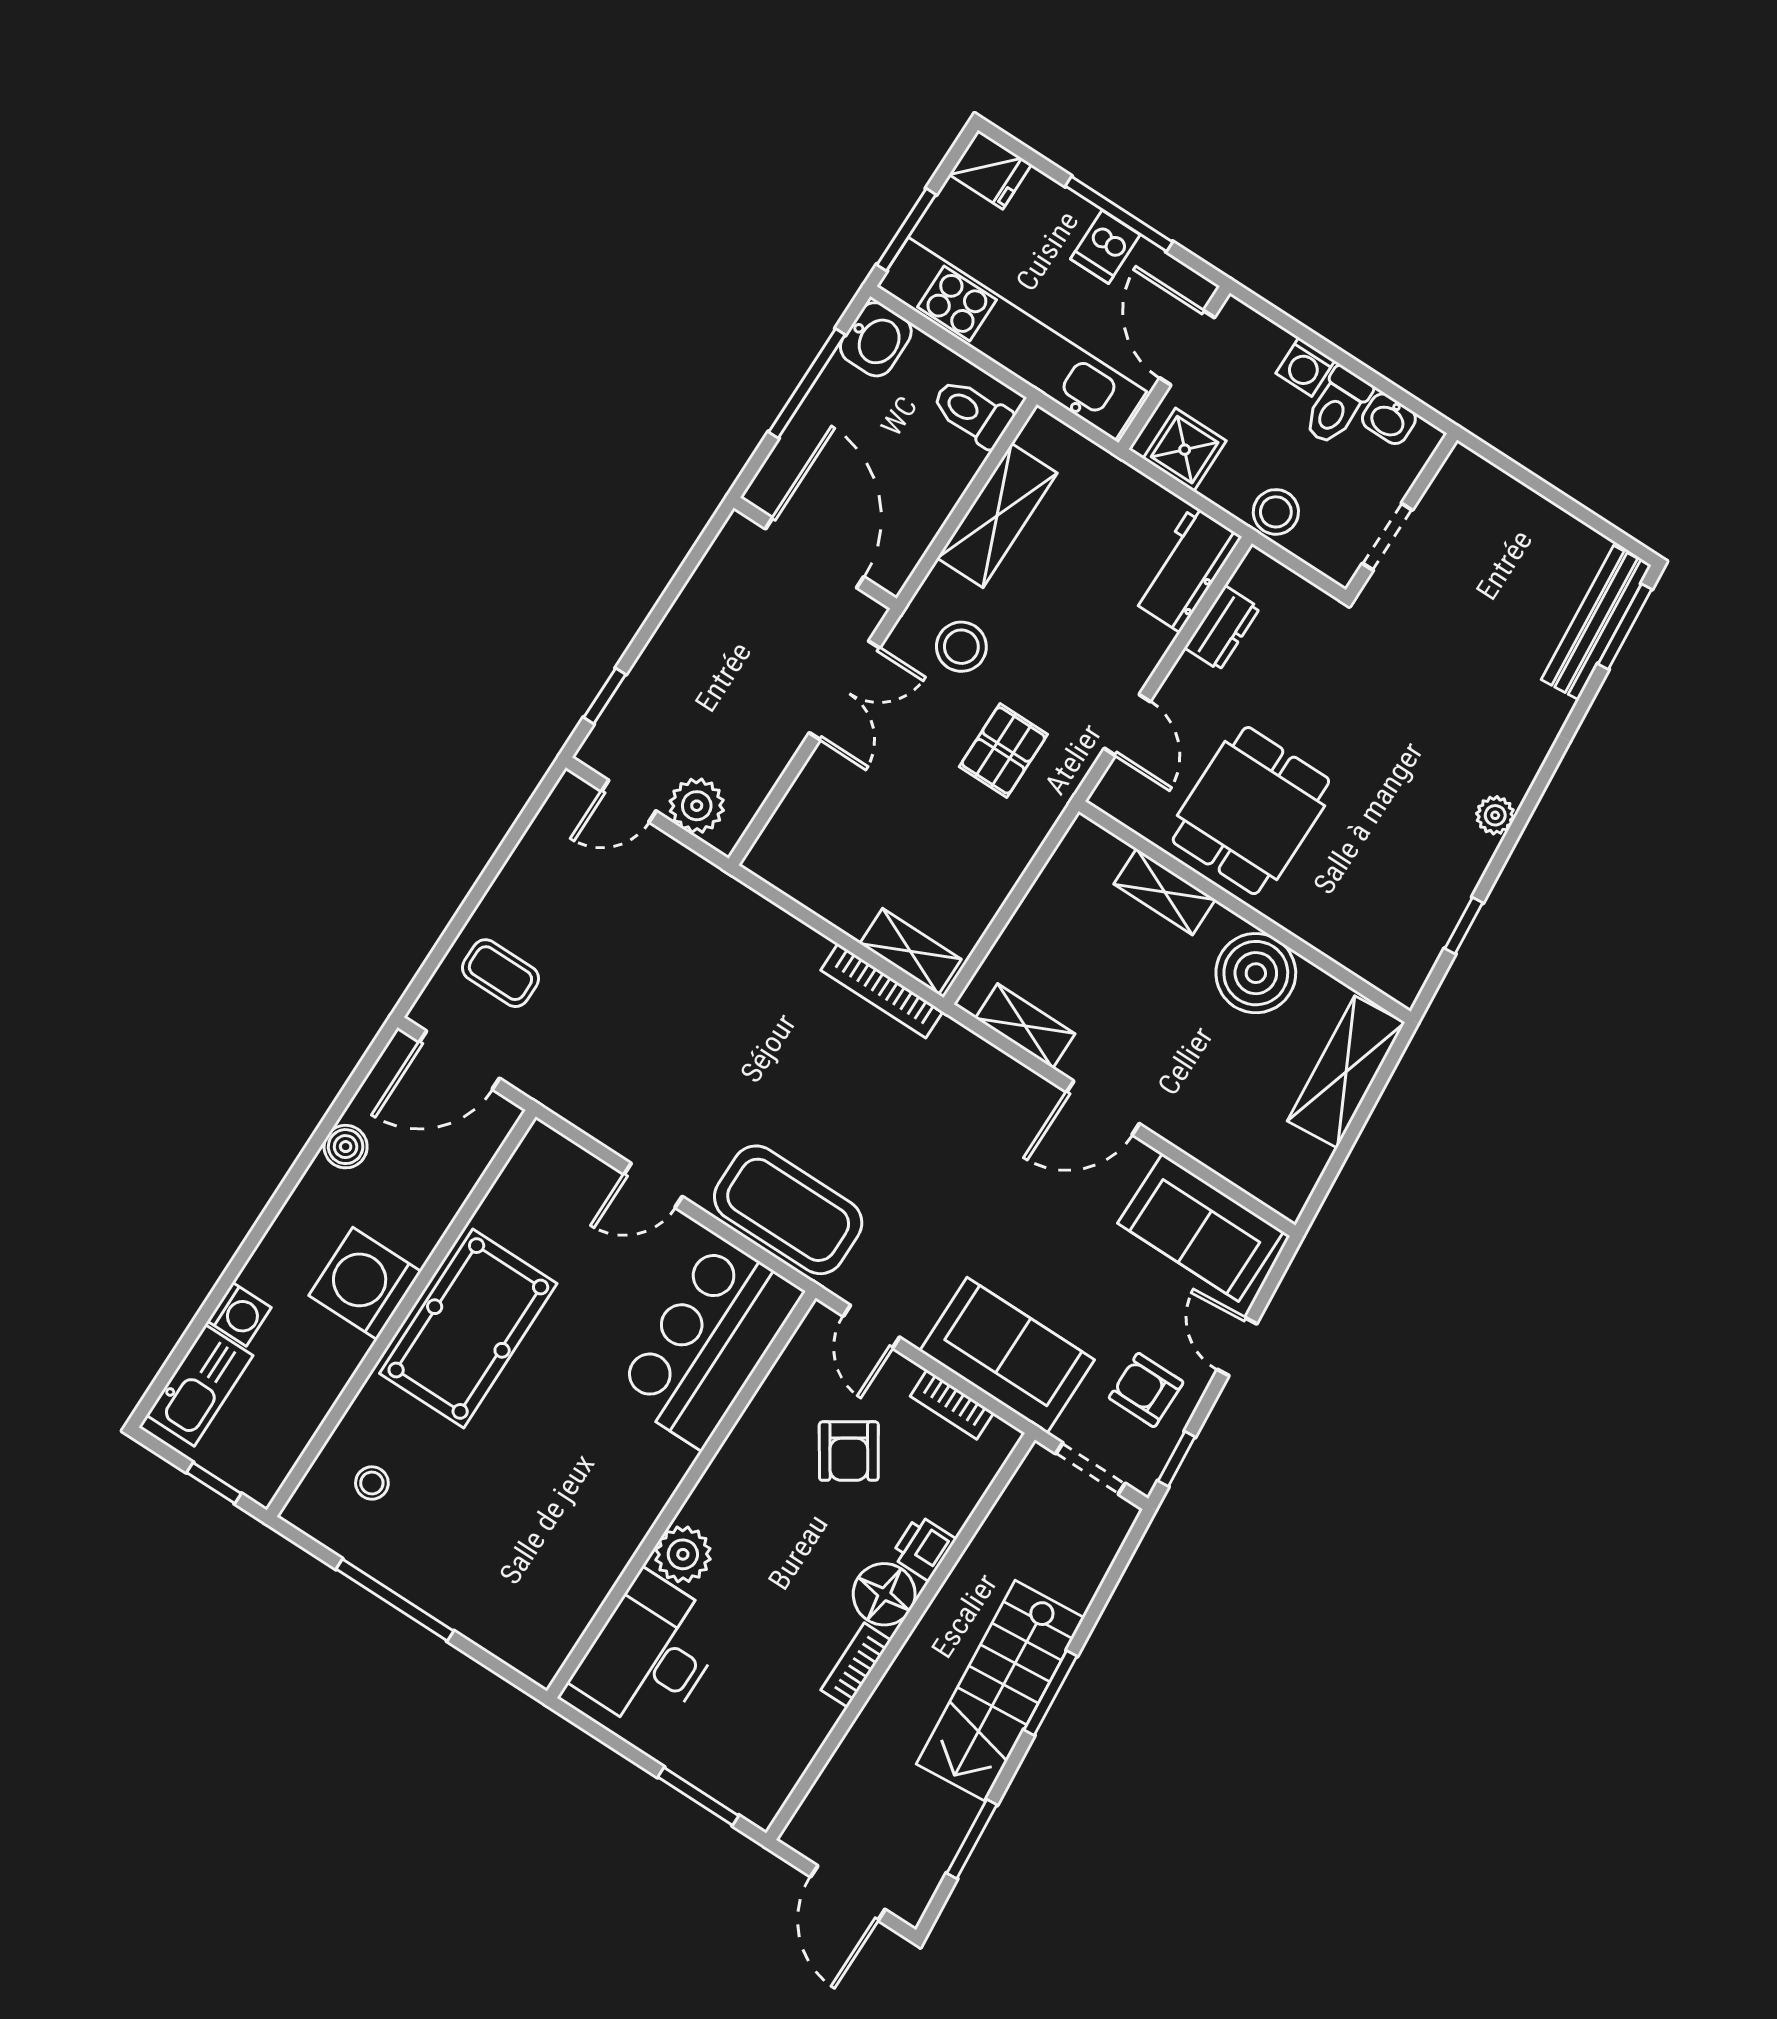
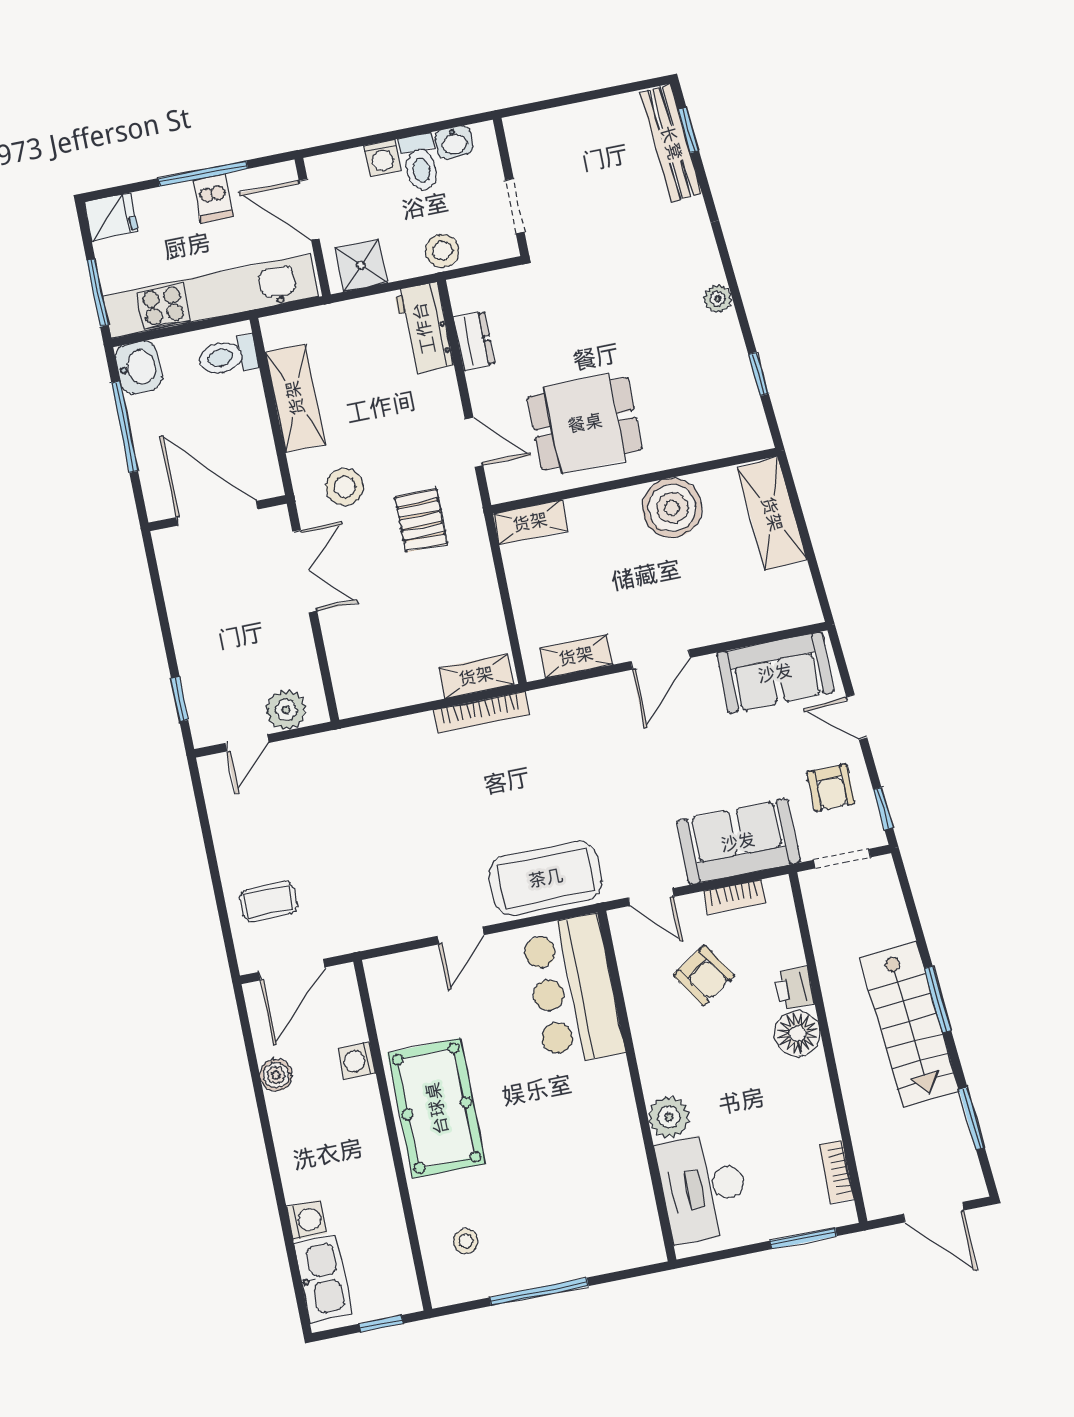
window: (1625, 627) -> (689, 130), width x0.67
dining table: (1251, 811) -> (585, 423), turned 90
shelving: (1164, 892) -> (530, 522), moved
washing machine: (365, 1283) -> (357, 1061), moved, width x0.53, depth x0.53
armchair: (1146, 1390) -> (831, 788), turned -90
bookcase: (856, 1665) -> (836, 1172), moved

